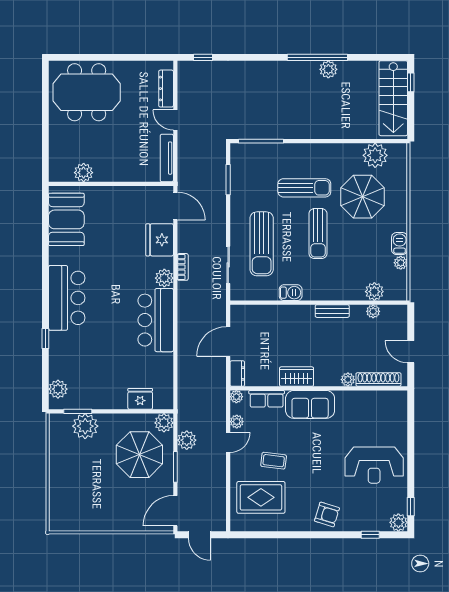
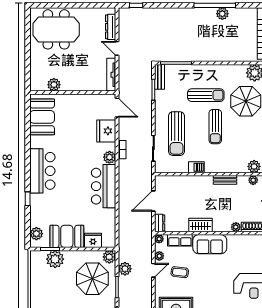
bench: (237, 161) -> (160, 77), added
booth: (102, 393) -> (67, 236), added
coffee table: (274, 461) -> (180, 272), moved

